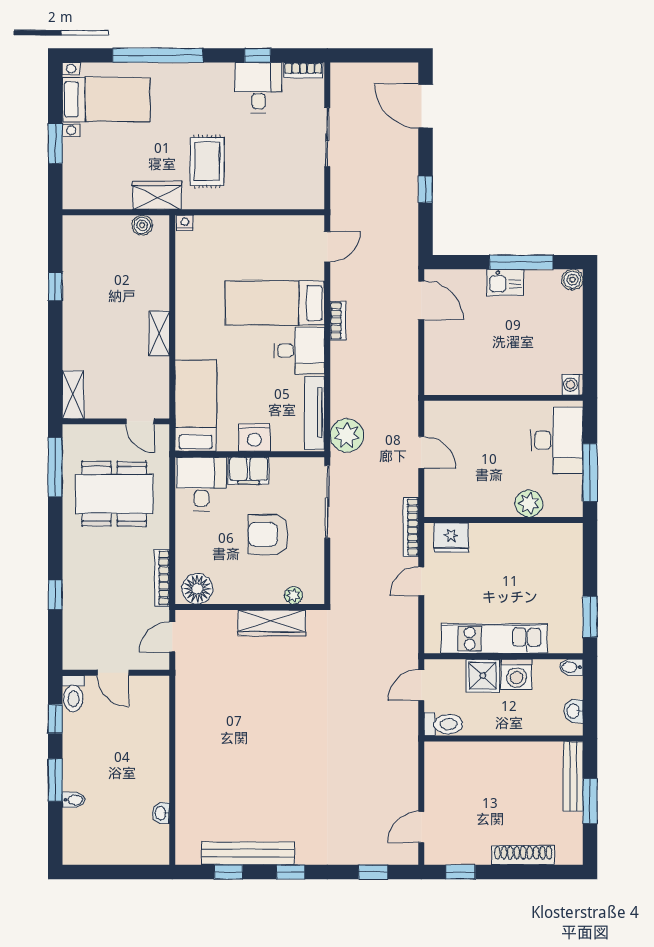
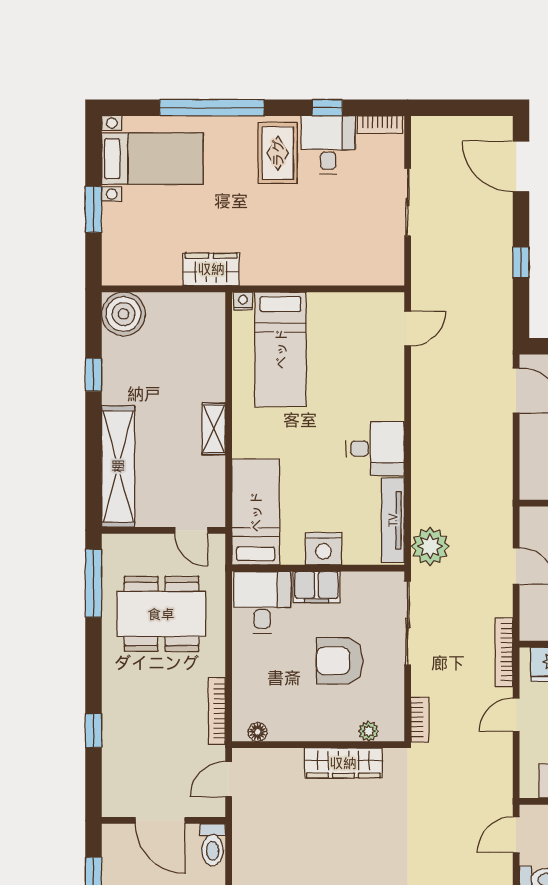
rug: (207, 161) -> (278, 153), moved
boiler: (142, 225) -> (123, 314), moved, width x1.86, depth x1.86
bed: (275, 303) -> (281, 349), moved, turned -90
bookcase: (338, 321) -> (420, 720), moved
shelving: (73, 395) -> (118, 466), width x2.20, depth x1.33
floor lamp: (197, 589) -> (258, 732), width x0.53, depth x0.53
door: (113, 673) -> (160, 820), width x1.38
toilet: (73, 694) -> (213, 845), moved

